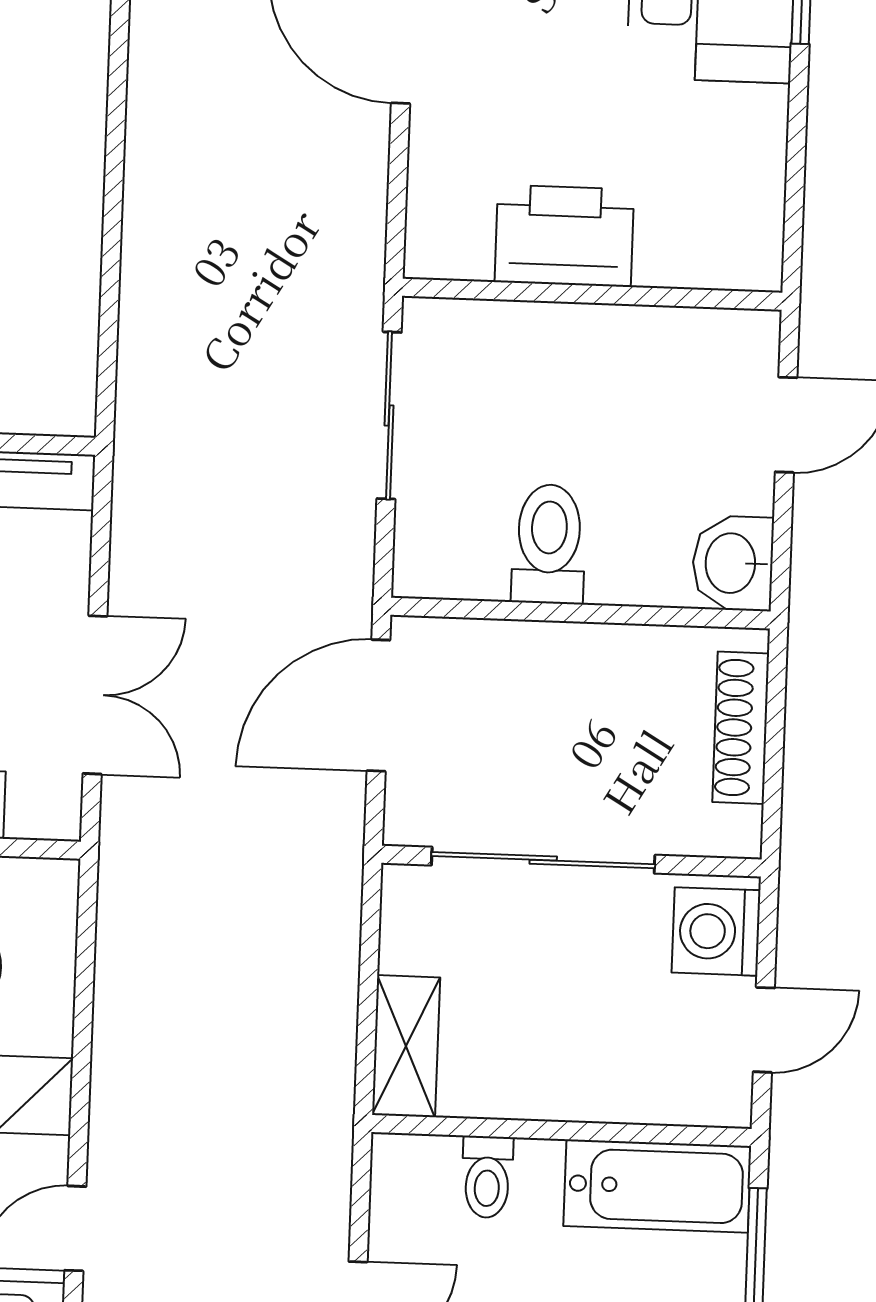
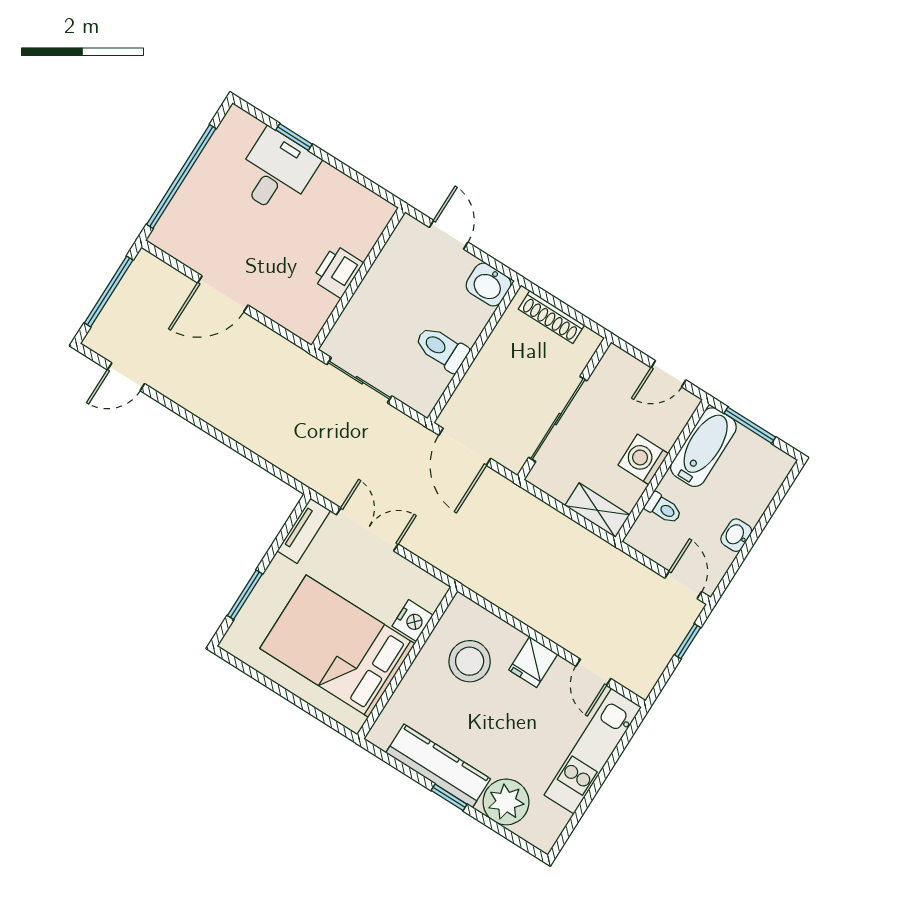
printer: (564, 236) -> (338, 271), width x0.73, depth x0.84
double door: (95, 695) -> (367, 529), moved
washing machine: (716, 931) -> (643, 459), moved, turned 90
door: (764, 1030) -> (668, 374), swing flipped

